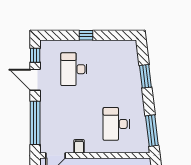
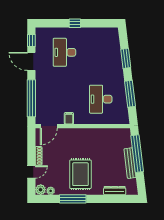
window: (152, 131) -> (130, 94), moved

